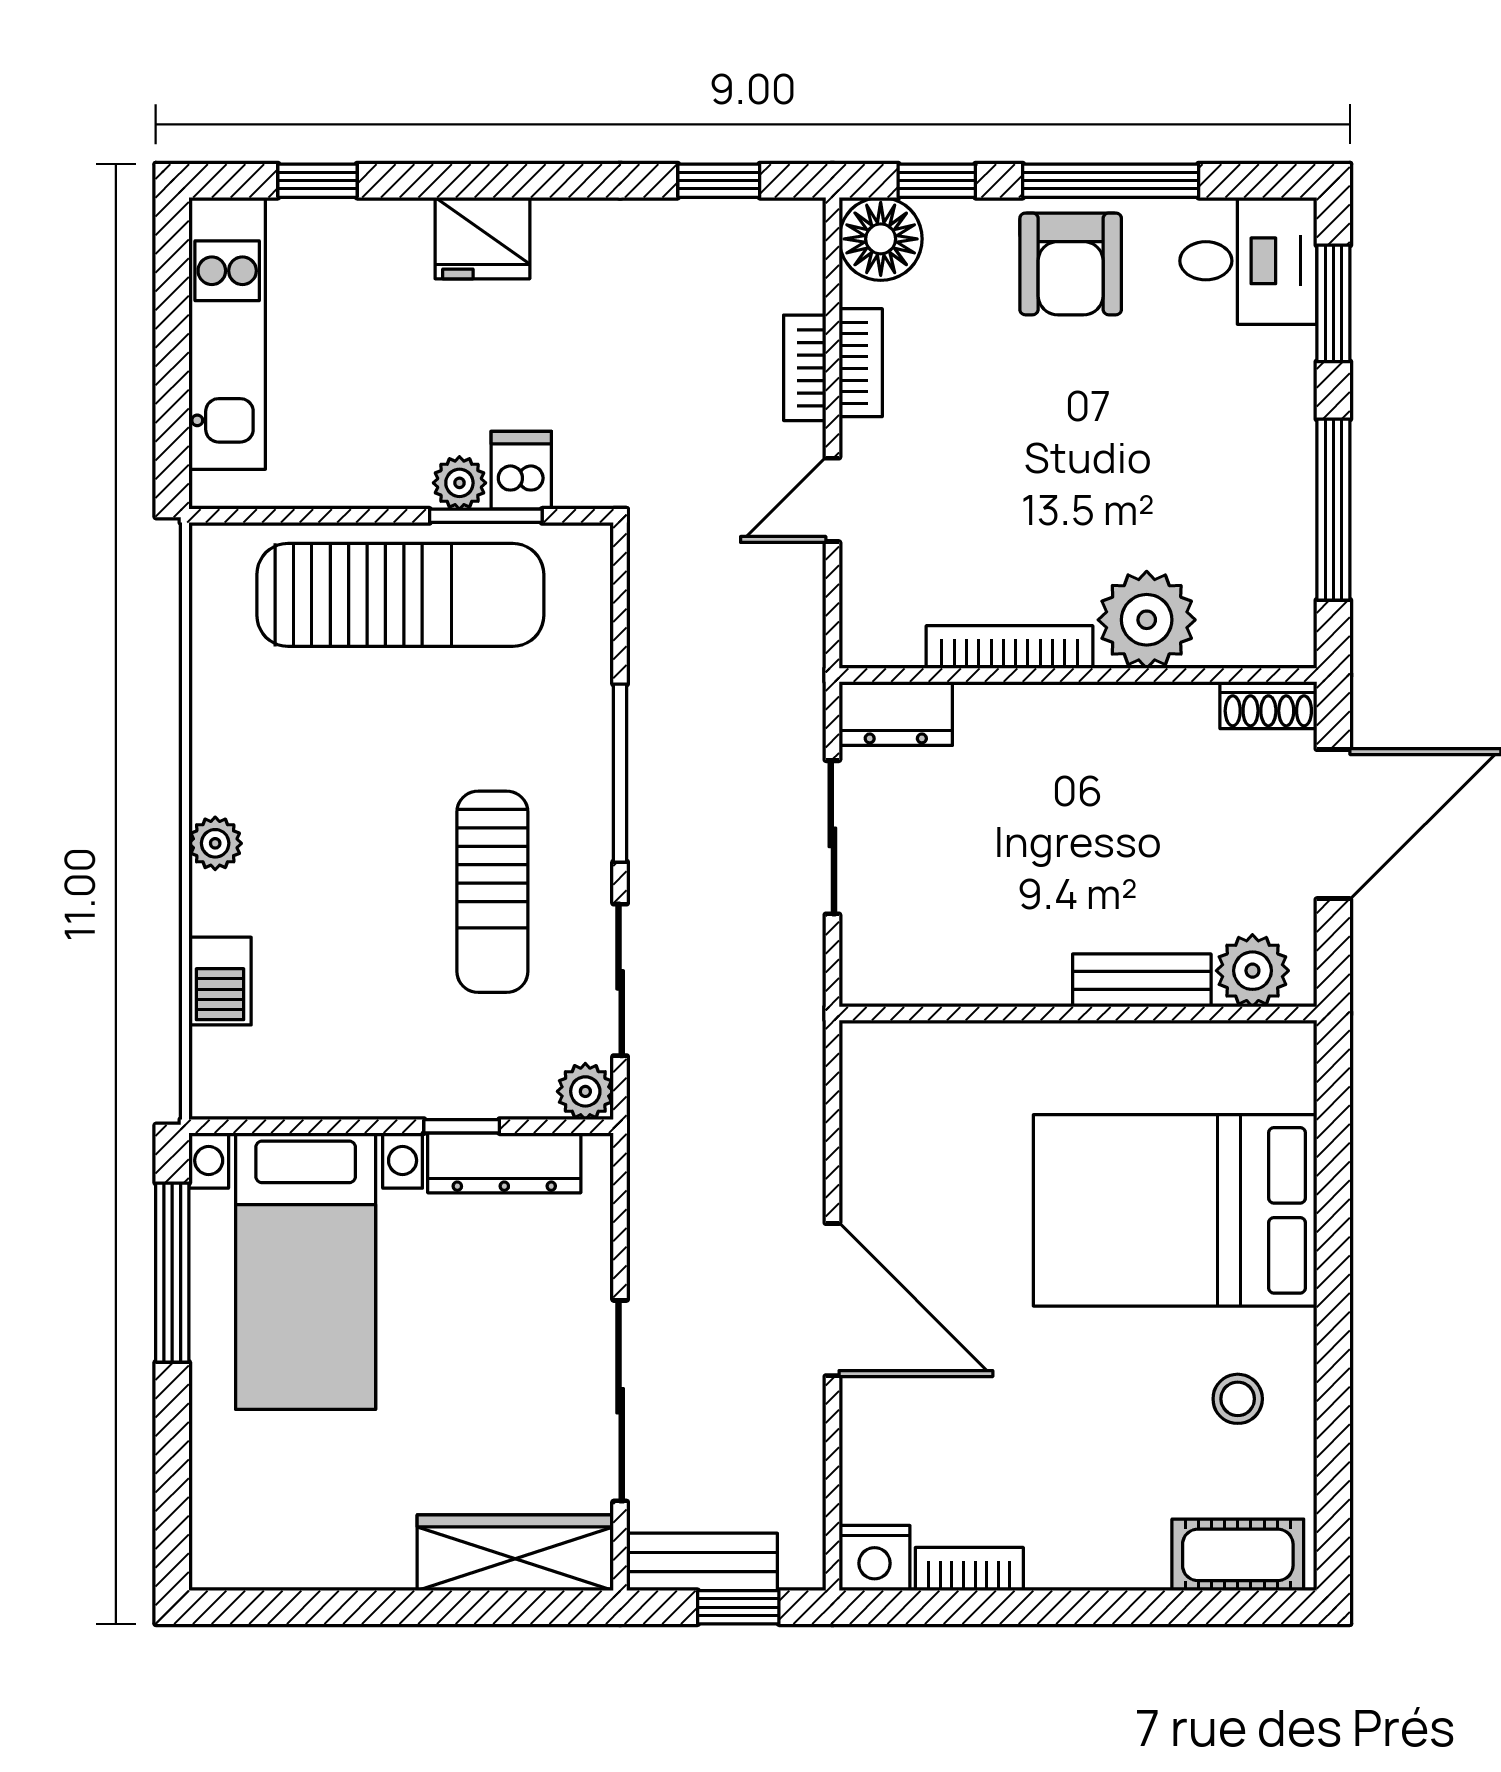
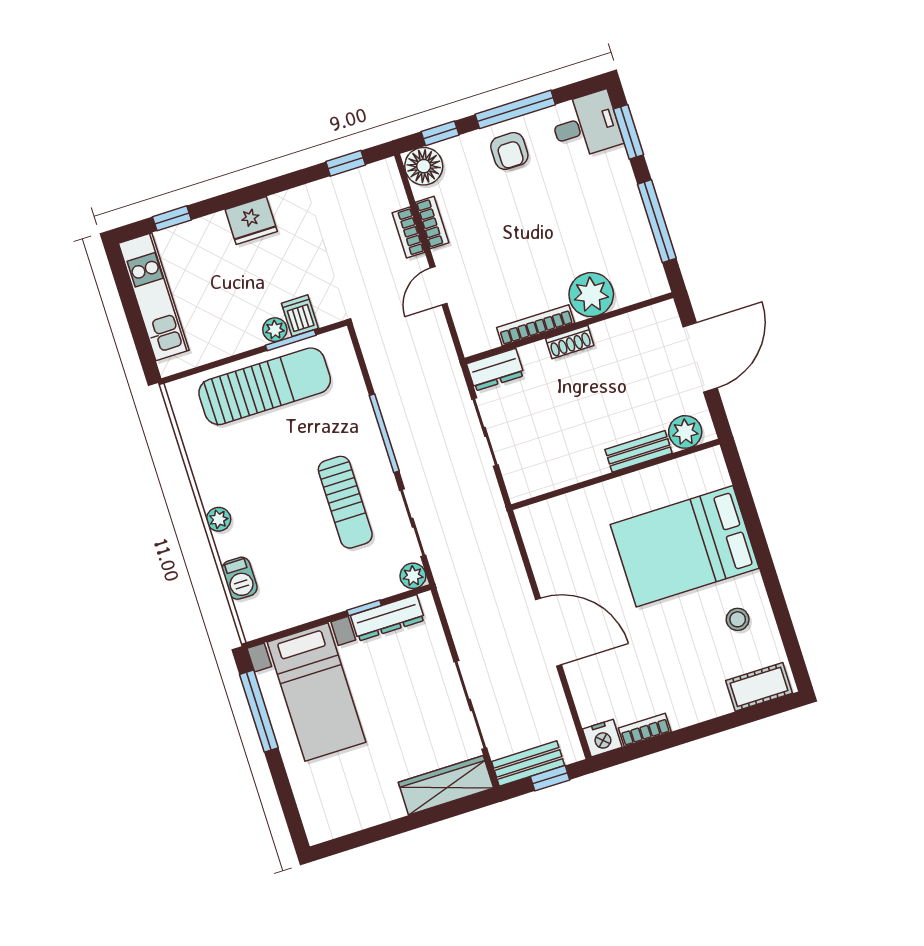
armchair: (1071, 264) -> (509, 151), width x0.72, depth x0.72
shoe rack: (1268, 705) -> (570, 342), moved

